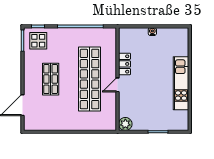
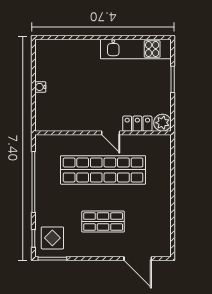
locker: (125, 64) -> (137, 124), moved
kitchen unit: (181, 83) -> (136, 49), moved

